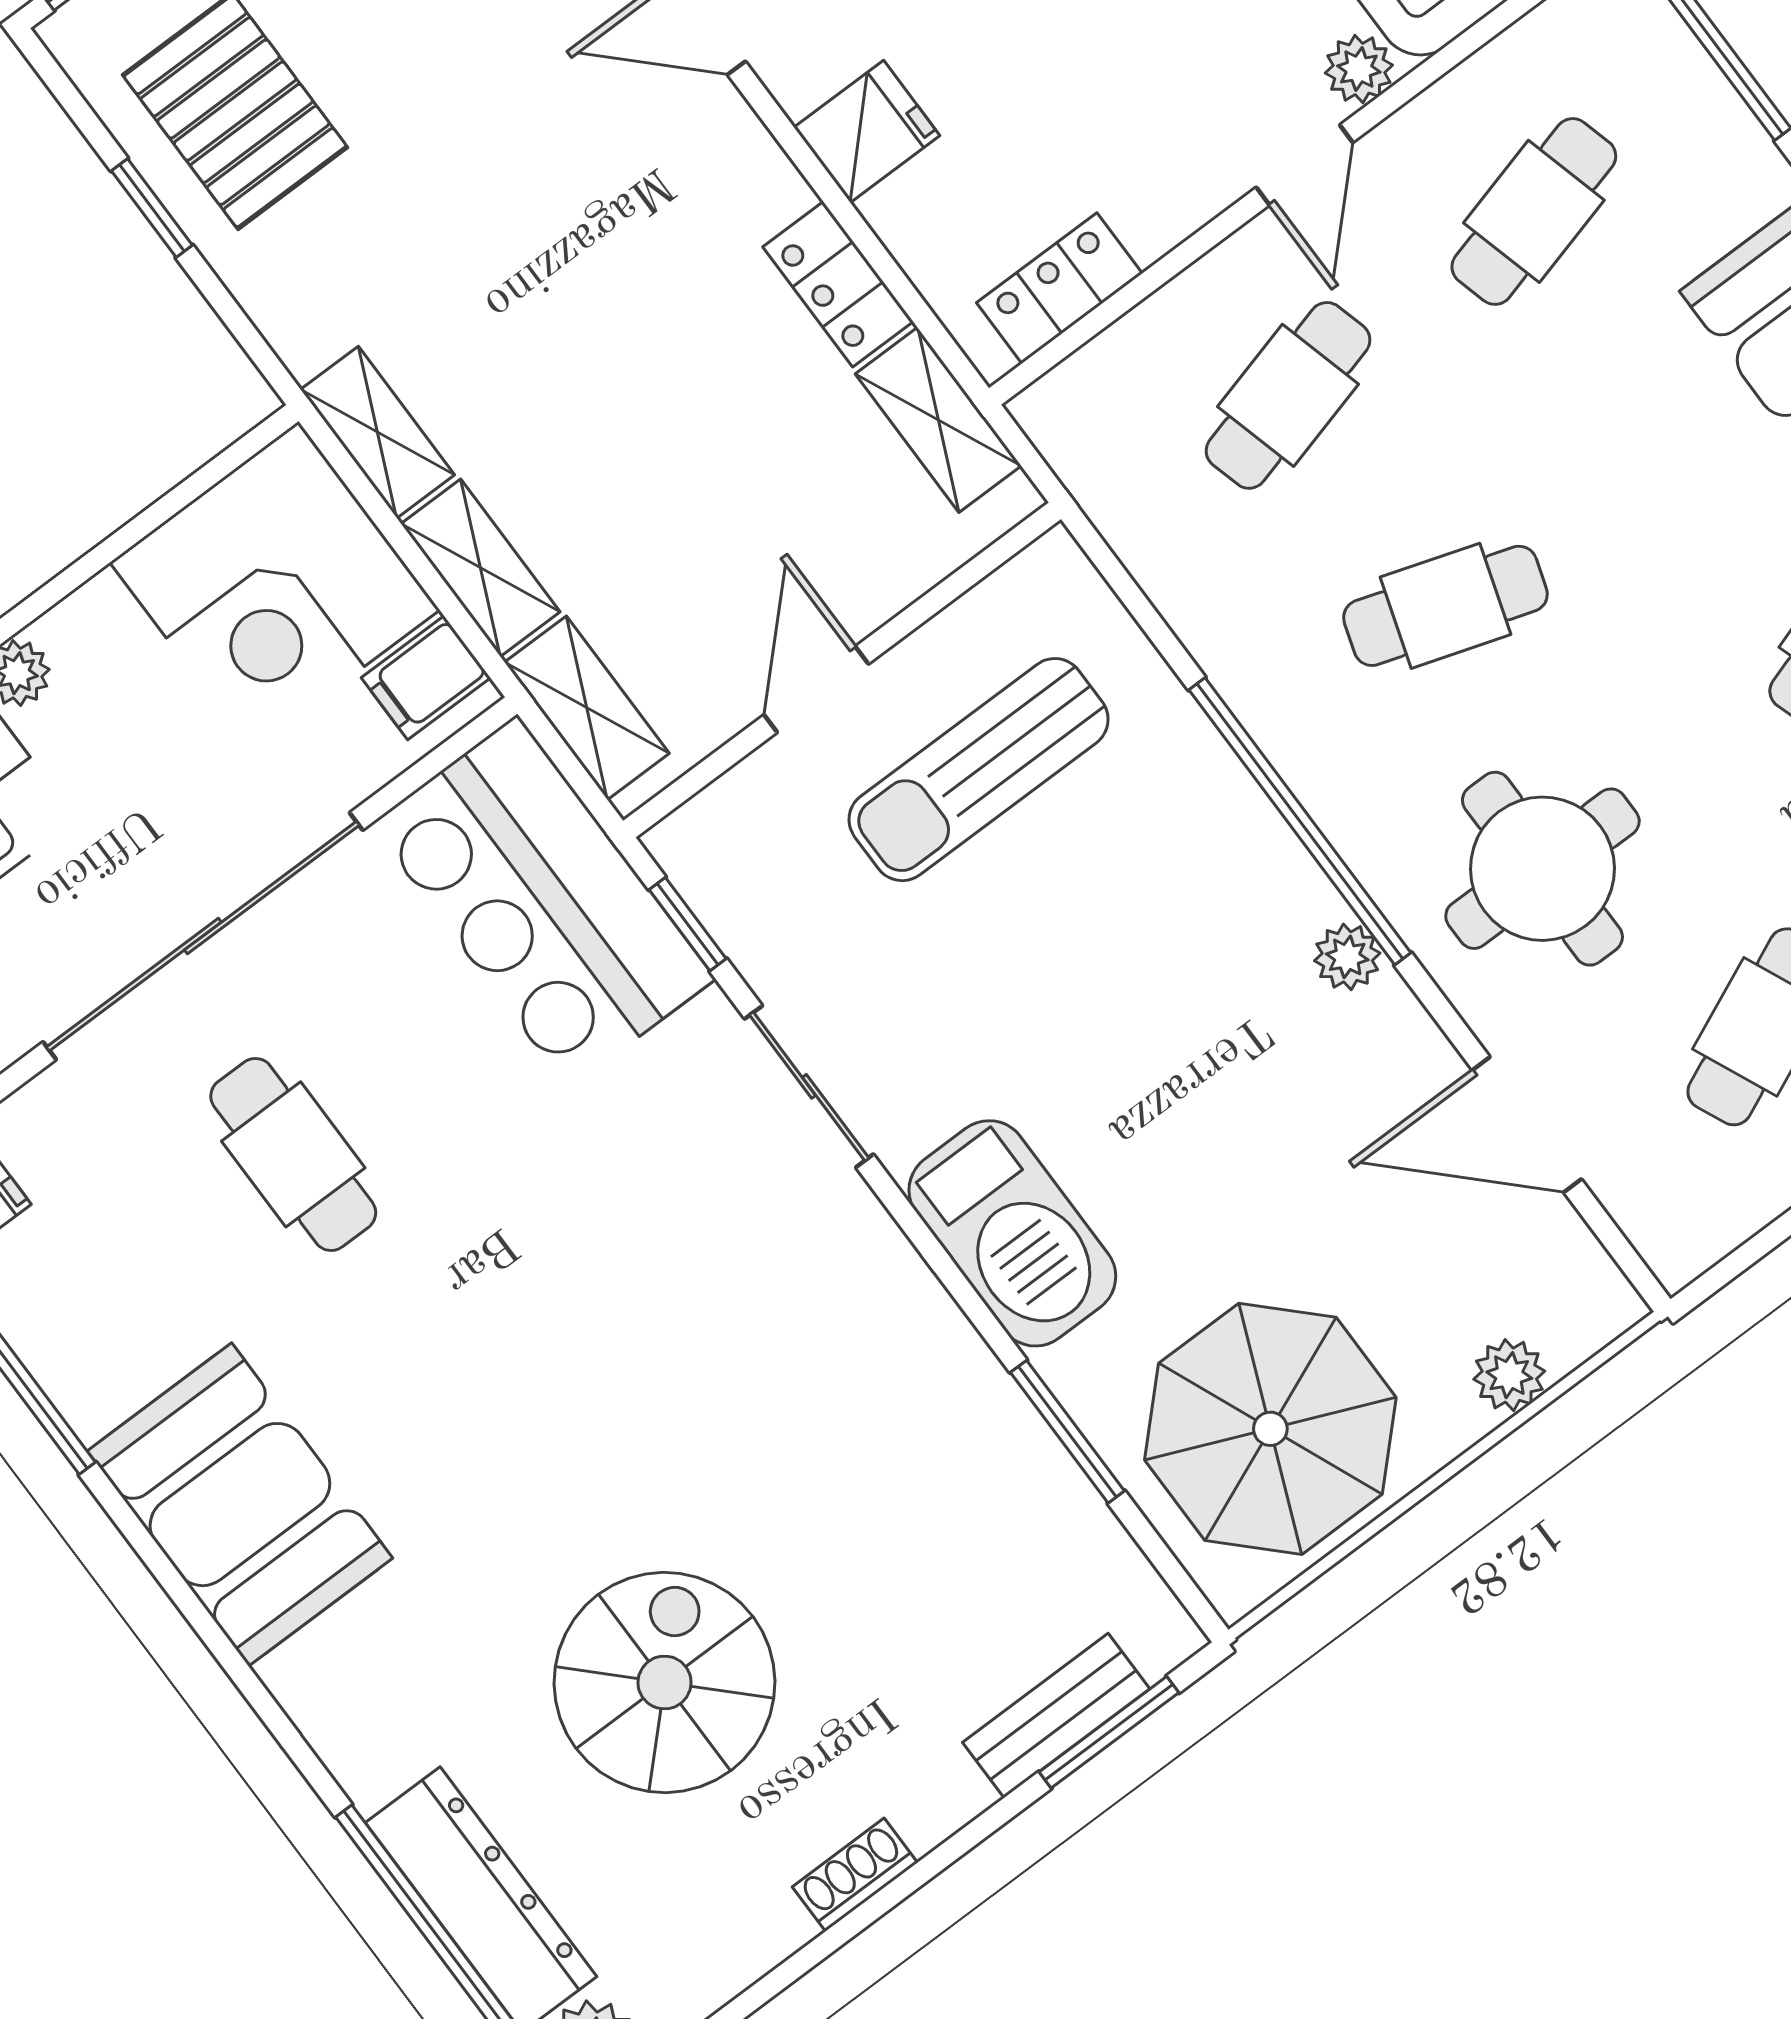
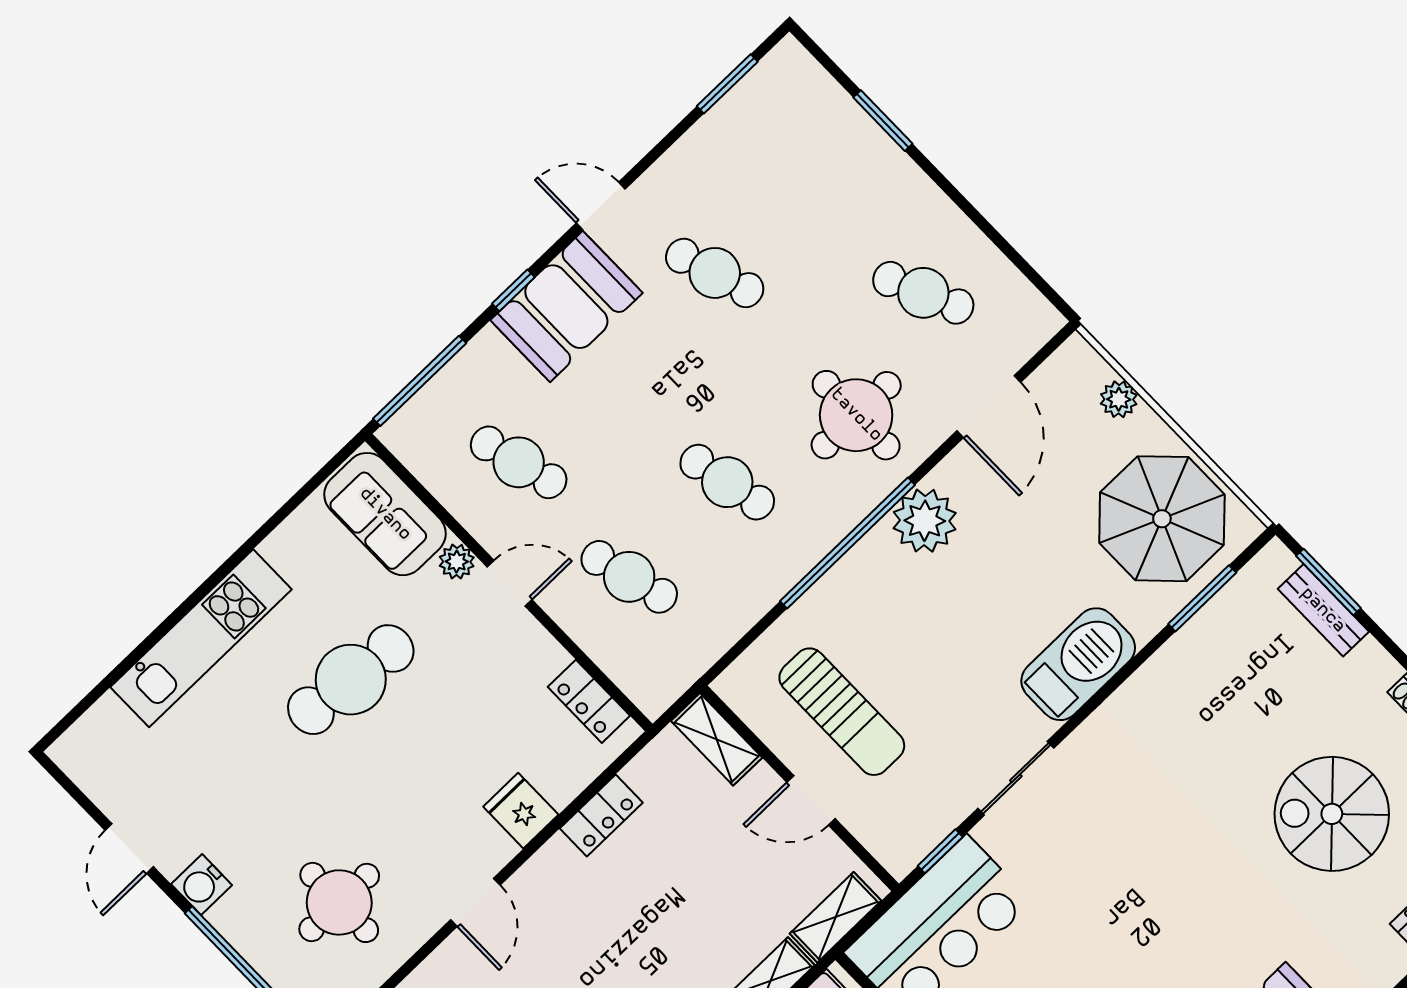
shelving: (938, 420) -> (717, 739), moved, turned 90
cafe table: (1445, 606) -> (727, 482), turned -30
plant: (1347, 957) -> (925, 521), width x1.88, depth x1.88
window: (1067, 1432) -> (1202, 598), moved

